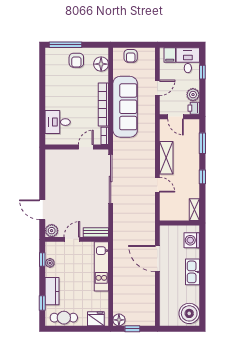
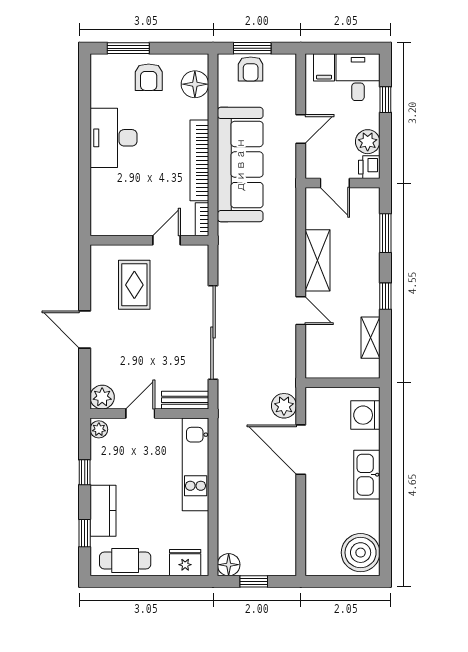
window: (66, 45) -> (128, 48), width x0.69
window: (132, 45) -> (252, 48), added
desk: (58, 122) -> (114, 138), moved, width x1.37
rug: (69, 171) -> (134, 285), added
sliding door: (111, 179) -> (213, 333), moved
door: (42, 210) -> (85, 329), moved
shelving: (194, 210) -> (370, 338), moved
plant: (148, 235) -> (284, 406), added
window: (42, 260) -> (85, 472), moved
plant: (50, 263) -> (99, 429), moved

